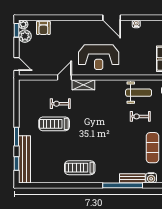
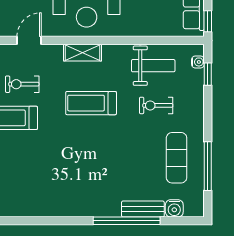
shelving: (83, 85) -> (83, 53), moved
treadmill: (80, 168) -> (91, 103), moved

